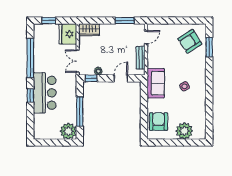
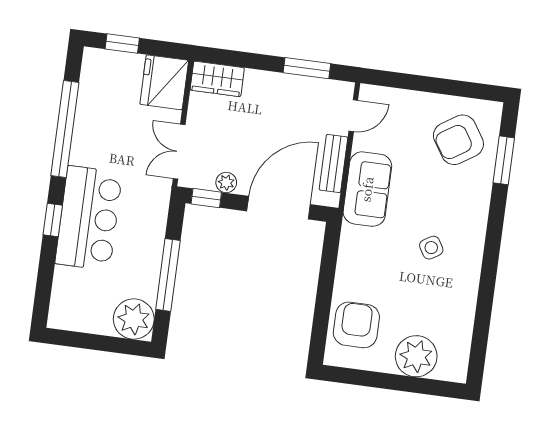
door: (121, 78) -> (279, 208), width x1.88
sofa: (156, 83) -> (367, 189), moved

